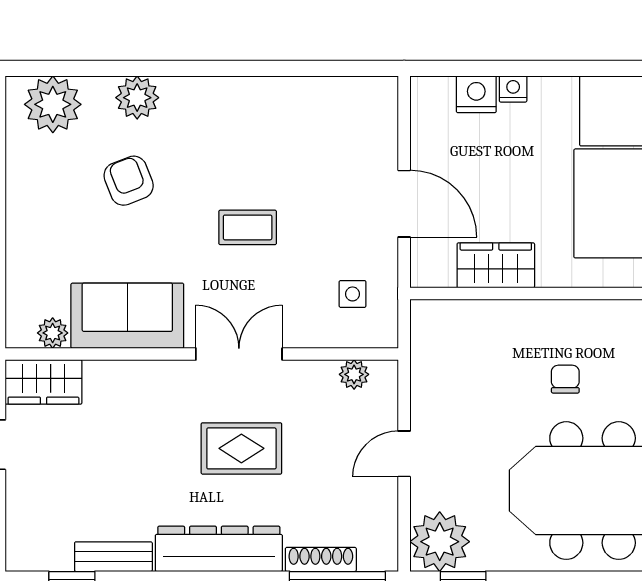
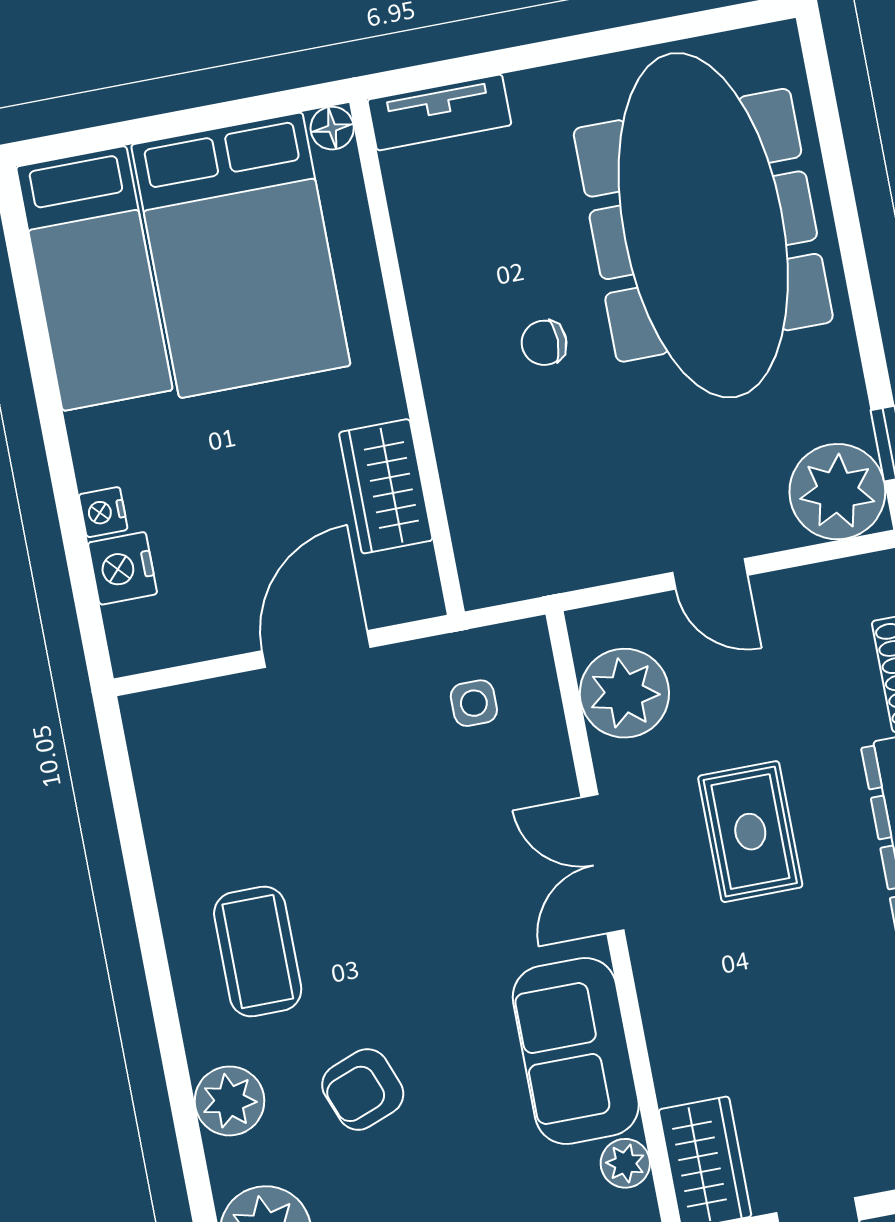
coffee table: (248, 227) -> (258, 952), moved, width x1.36, depth x1.30
plant: (354, 374) -> (624, 693), width x1.88, depth x1.88

